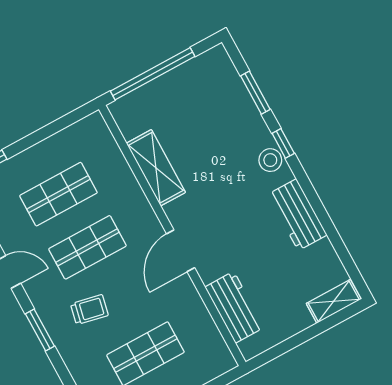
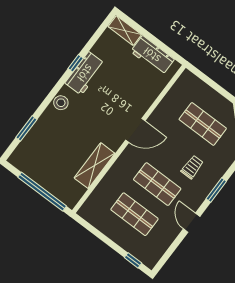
window: (283, 143) -> (76, 63), moved
workbench: (235, 307) -> (152, 55), moved, turned -90
trolley: (89, 310) -> (192, 167), turned 78

